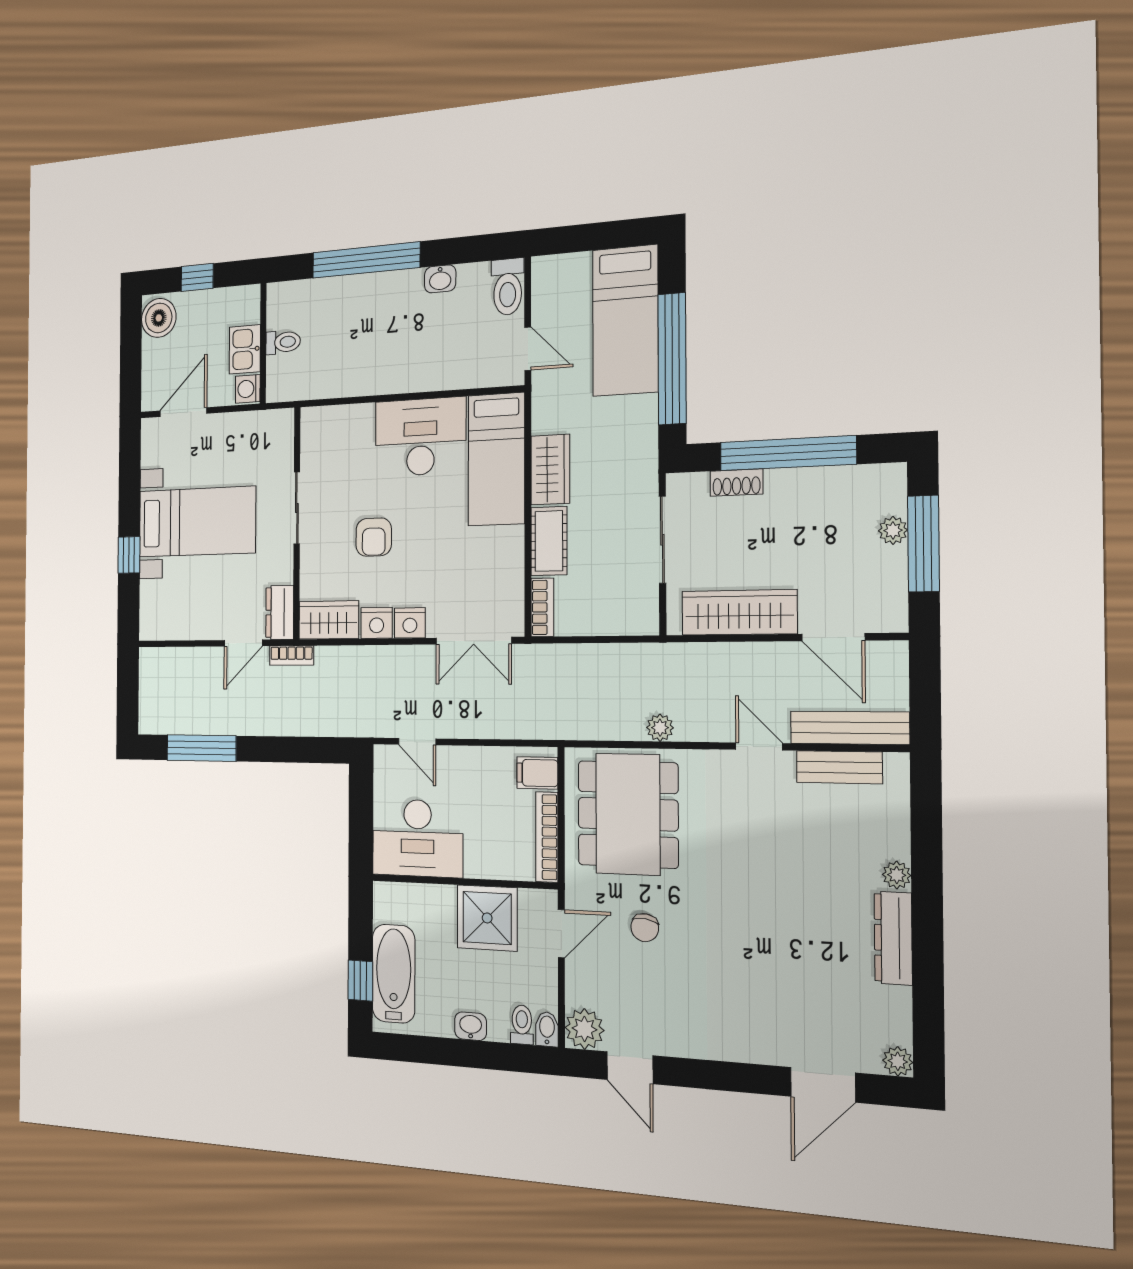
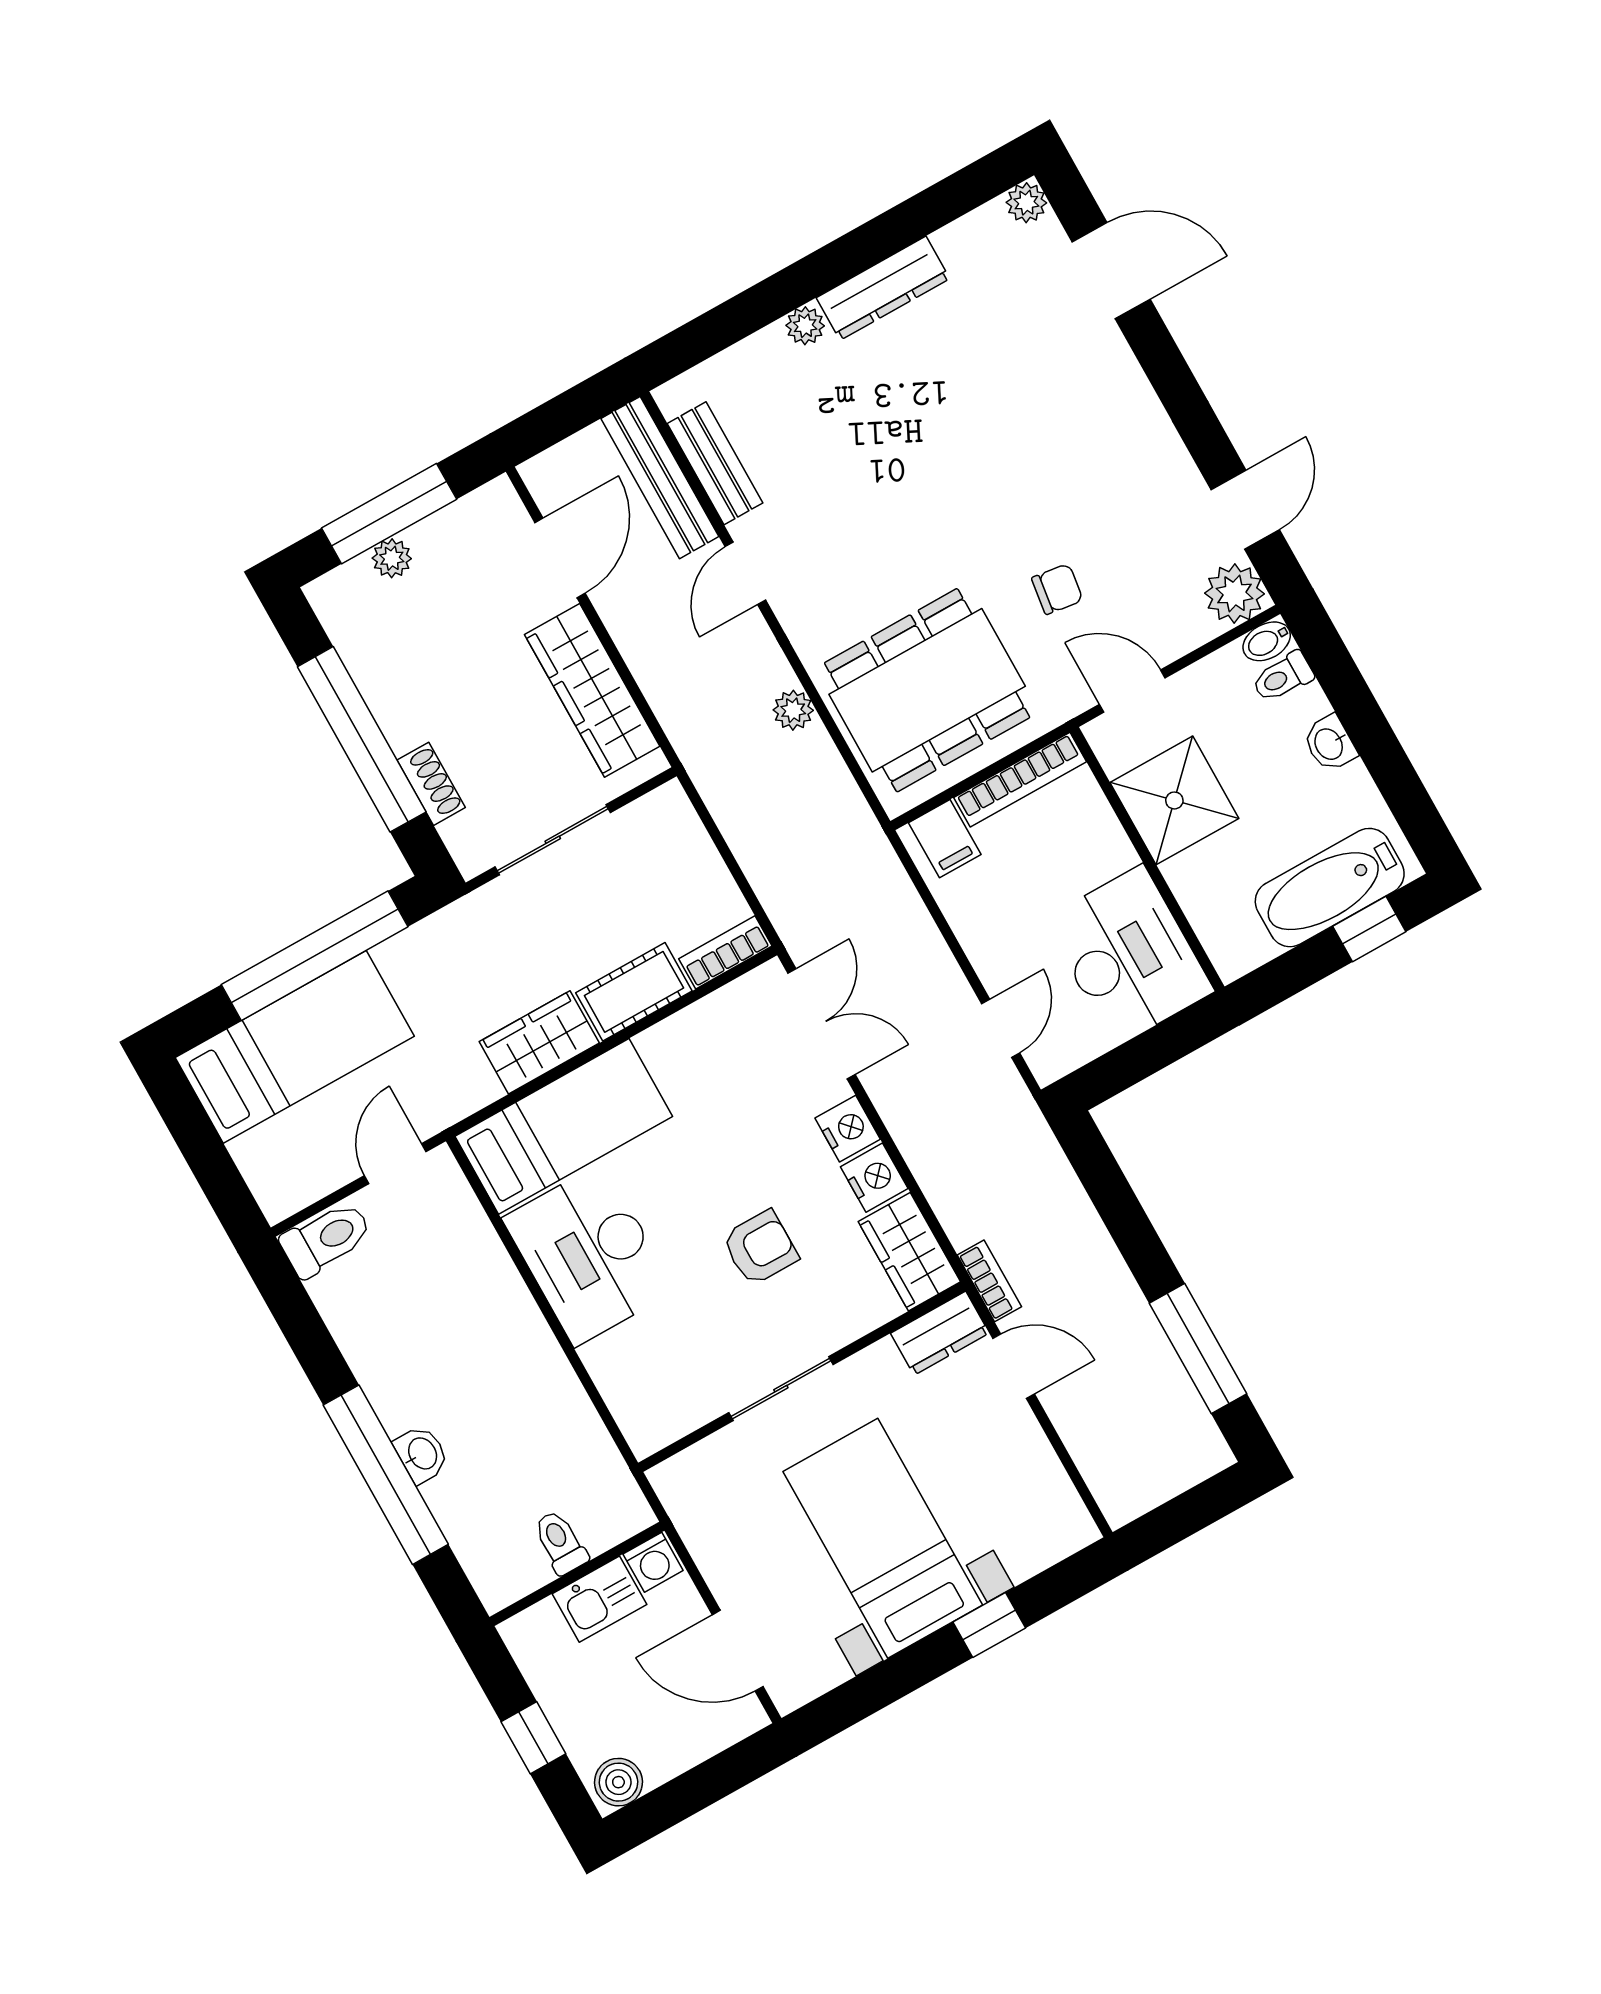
washbasin: (440, 279) -> (422, 1454), moved
boiler: (159, 318) -> (618, 1782), width x0.73, depth x0.73

